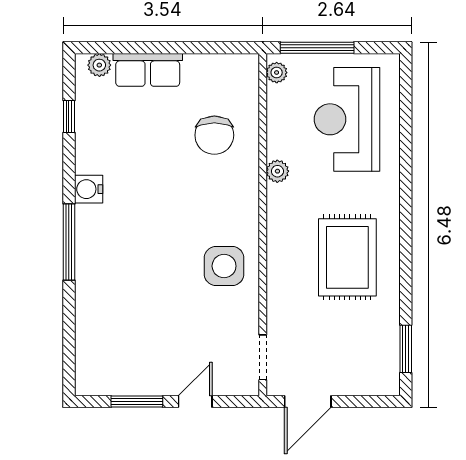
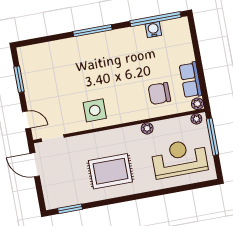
plant: (99, 65) -> (197, 104), moved
row of seats: (148, 70) -> (191, 80), moved
window: (69, 116) -> (155, 19), width x3.17
water cooler: (89, 189) -> (153, 30), moved
door: (195, 402) -> (26, 120), moved

